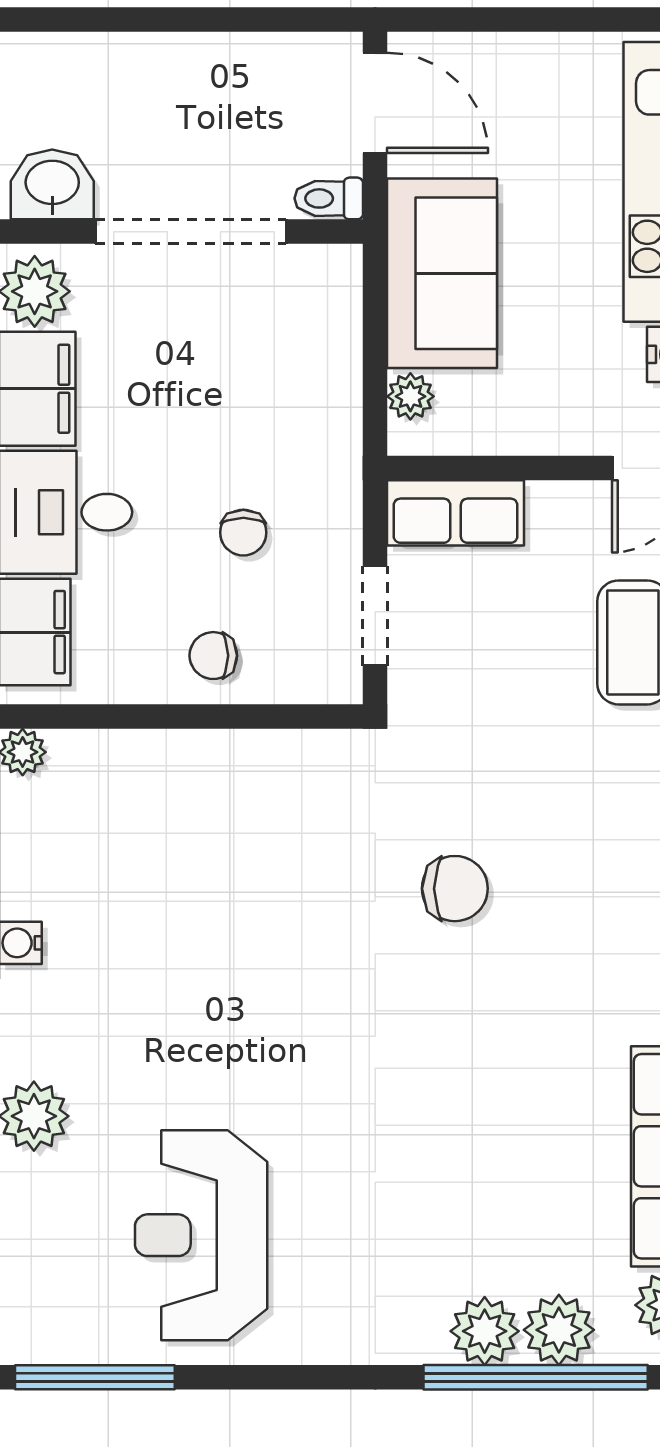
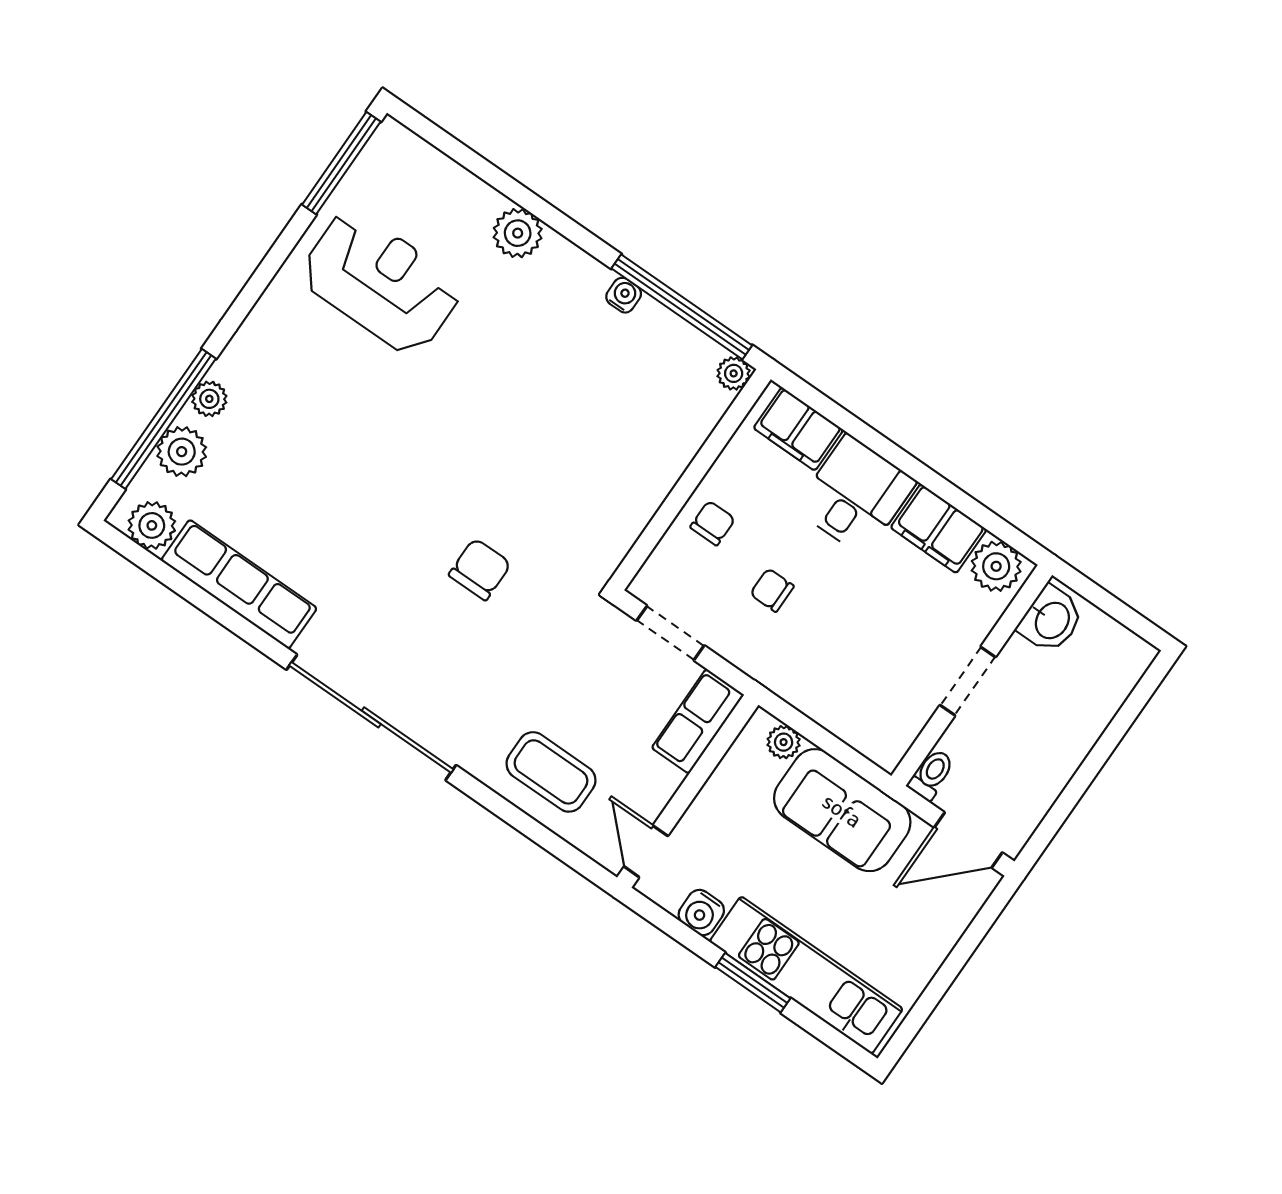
doorway: (191, 232) -> (968, 681), width x0.53
chair: (455, 889) -> (480, 569), turned 180
plant: (485, 1331) -> (209, 399), width x0.73, depth x0.73

